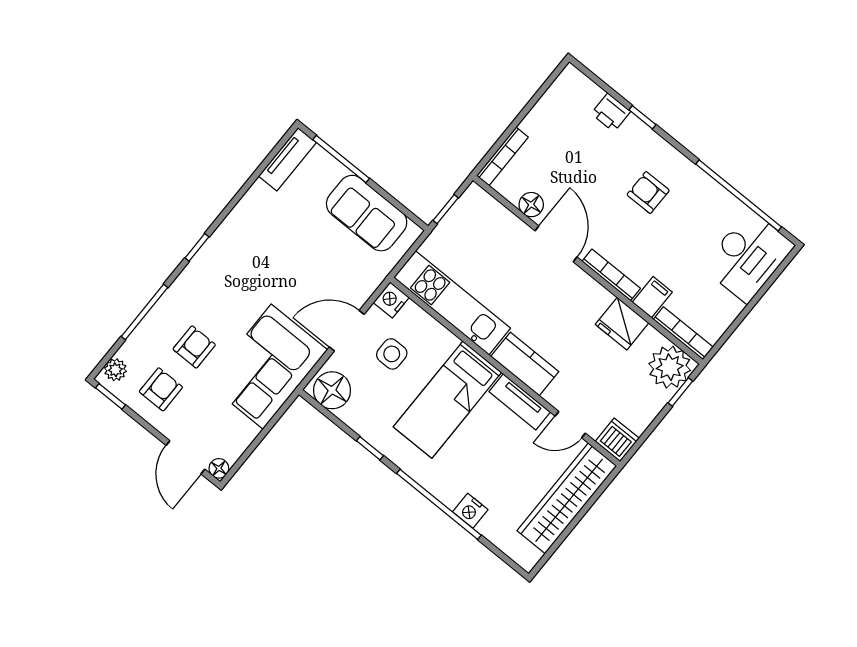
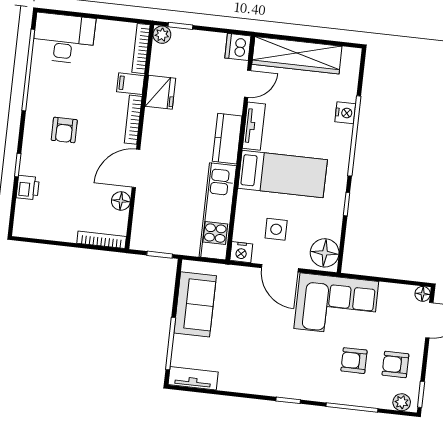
plant: (670, 367) -> (162, 35), width x0.53, depth x0.53
door: (570, 425) -> (248, 84), hinge flipped

